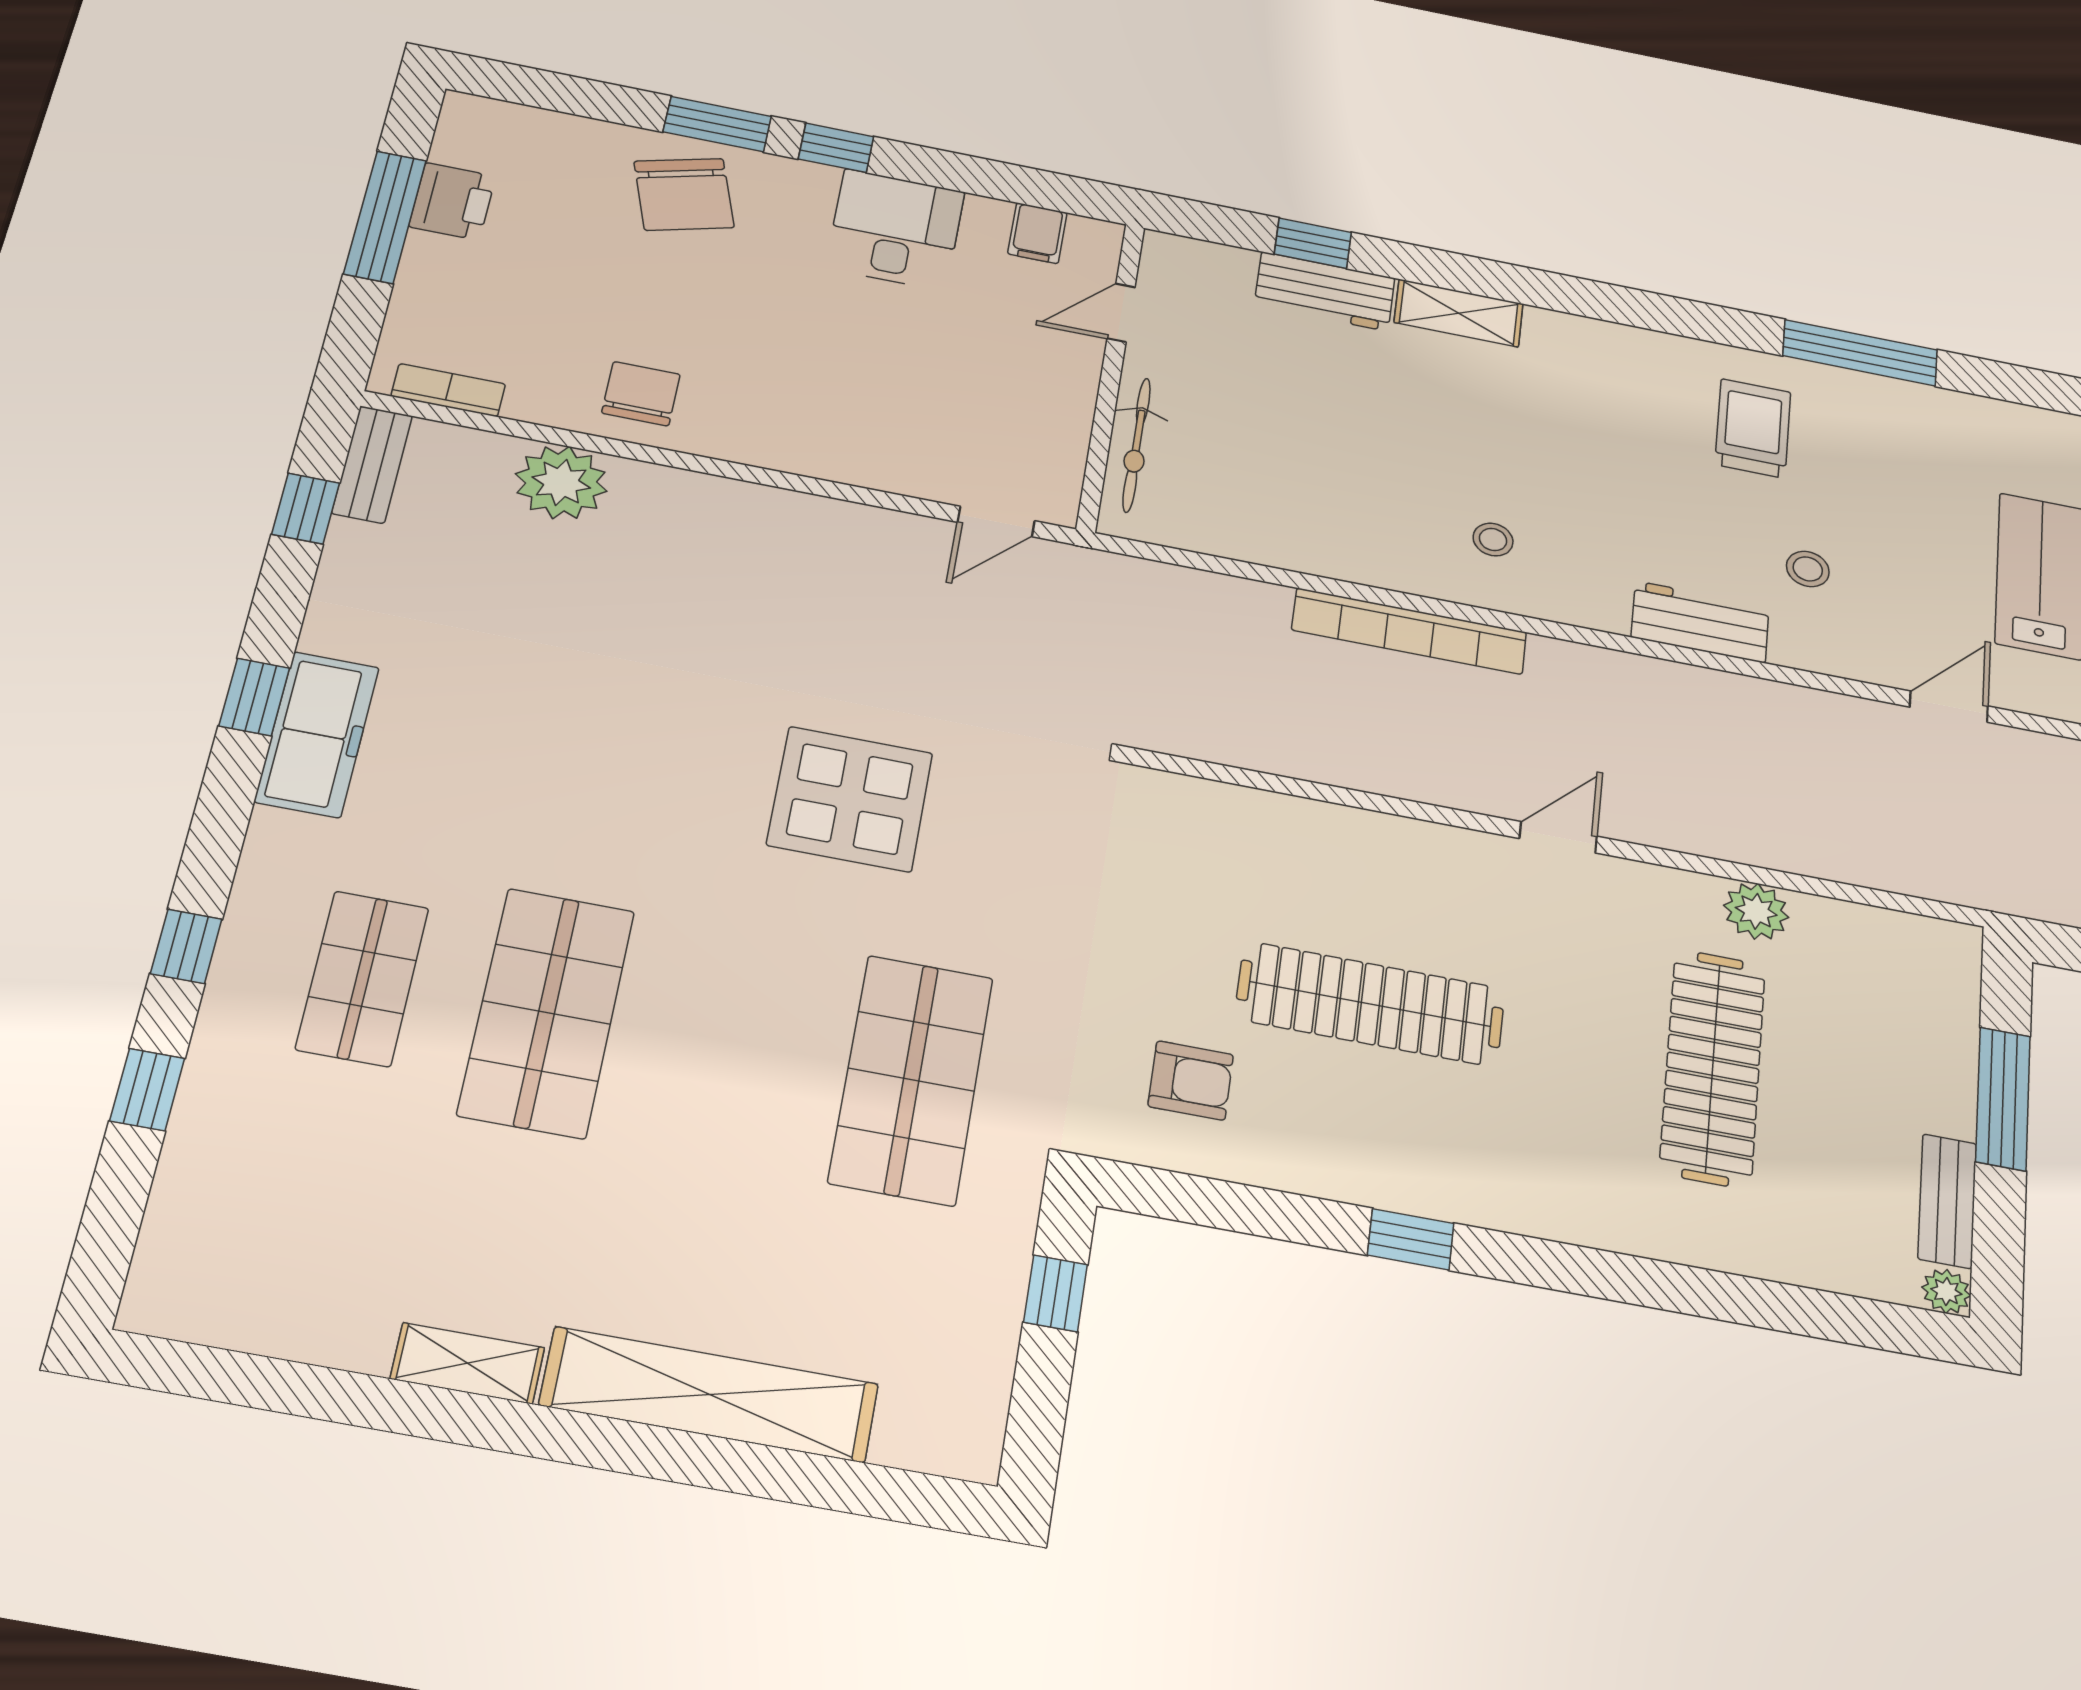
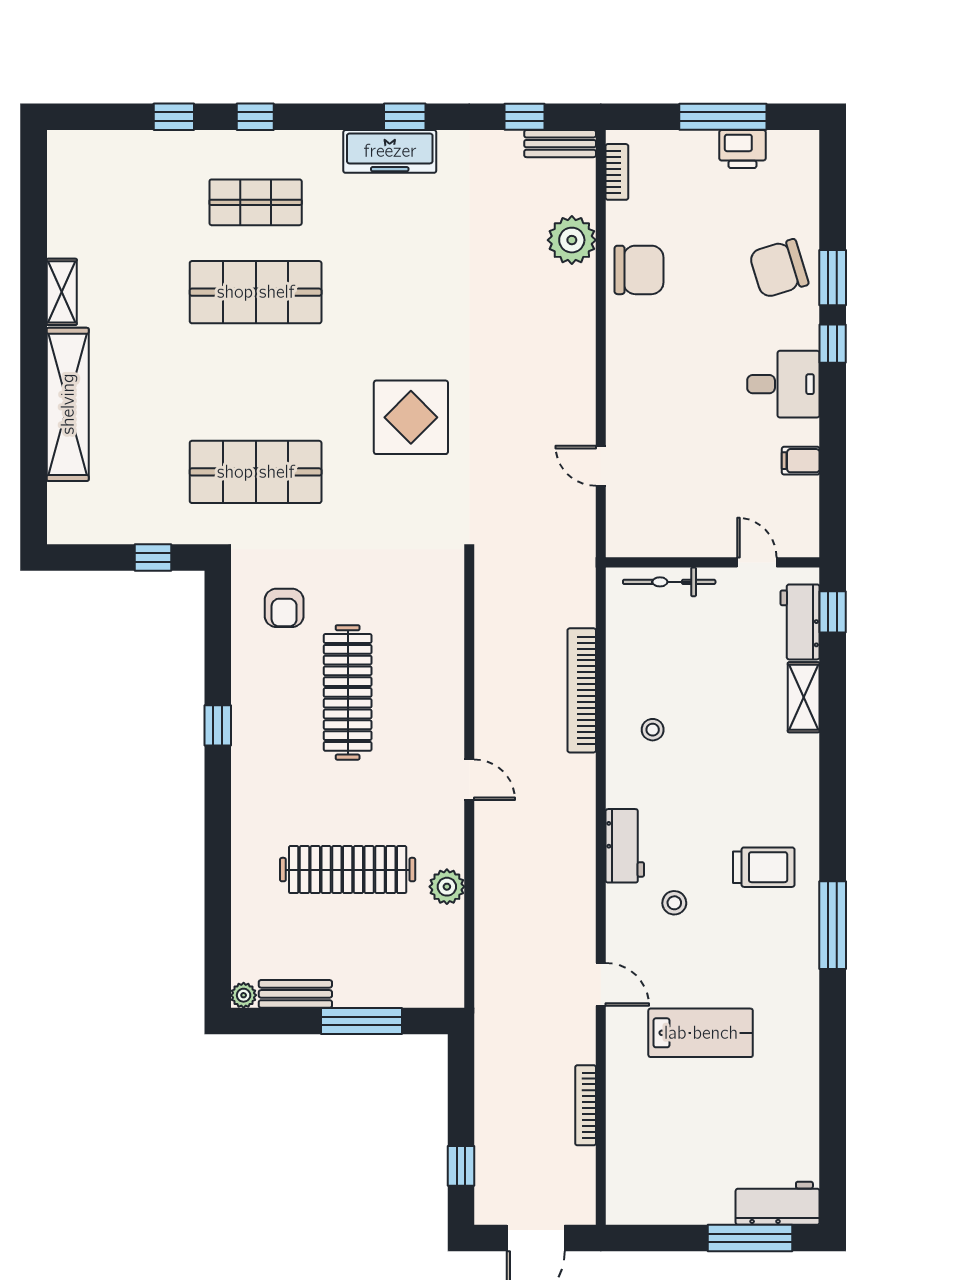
door: (1121, 313) -> (757, 562), moved
wall: (1111, 375) -> (713, 562), moved
chair: (641, 394) -> (639, 270), width x1.37, depth x1.37
bicycle: (1137, 445) -> (669, 582), moved

